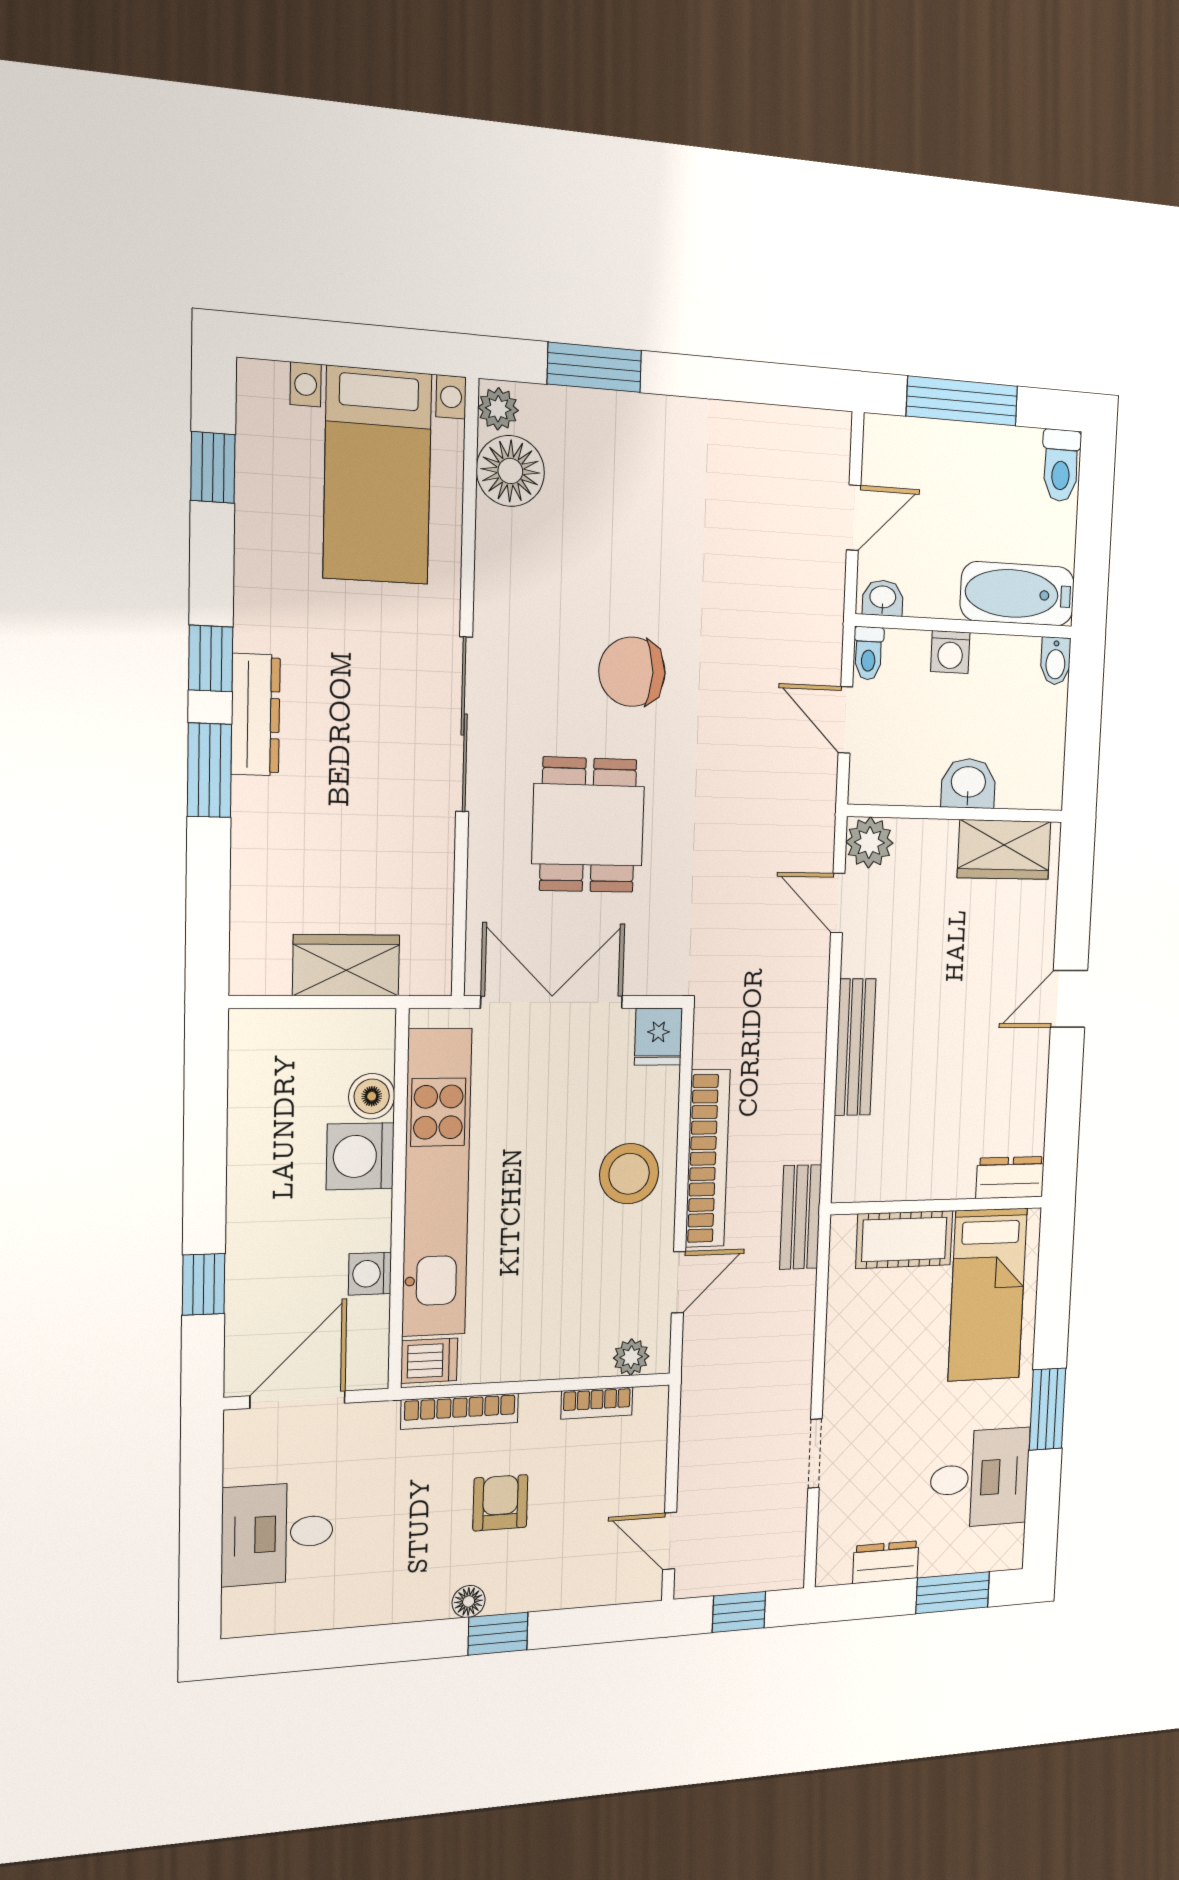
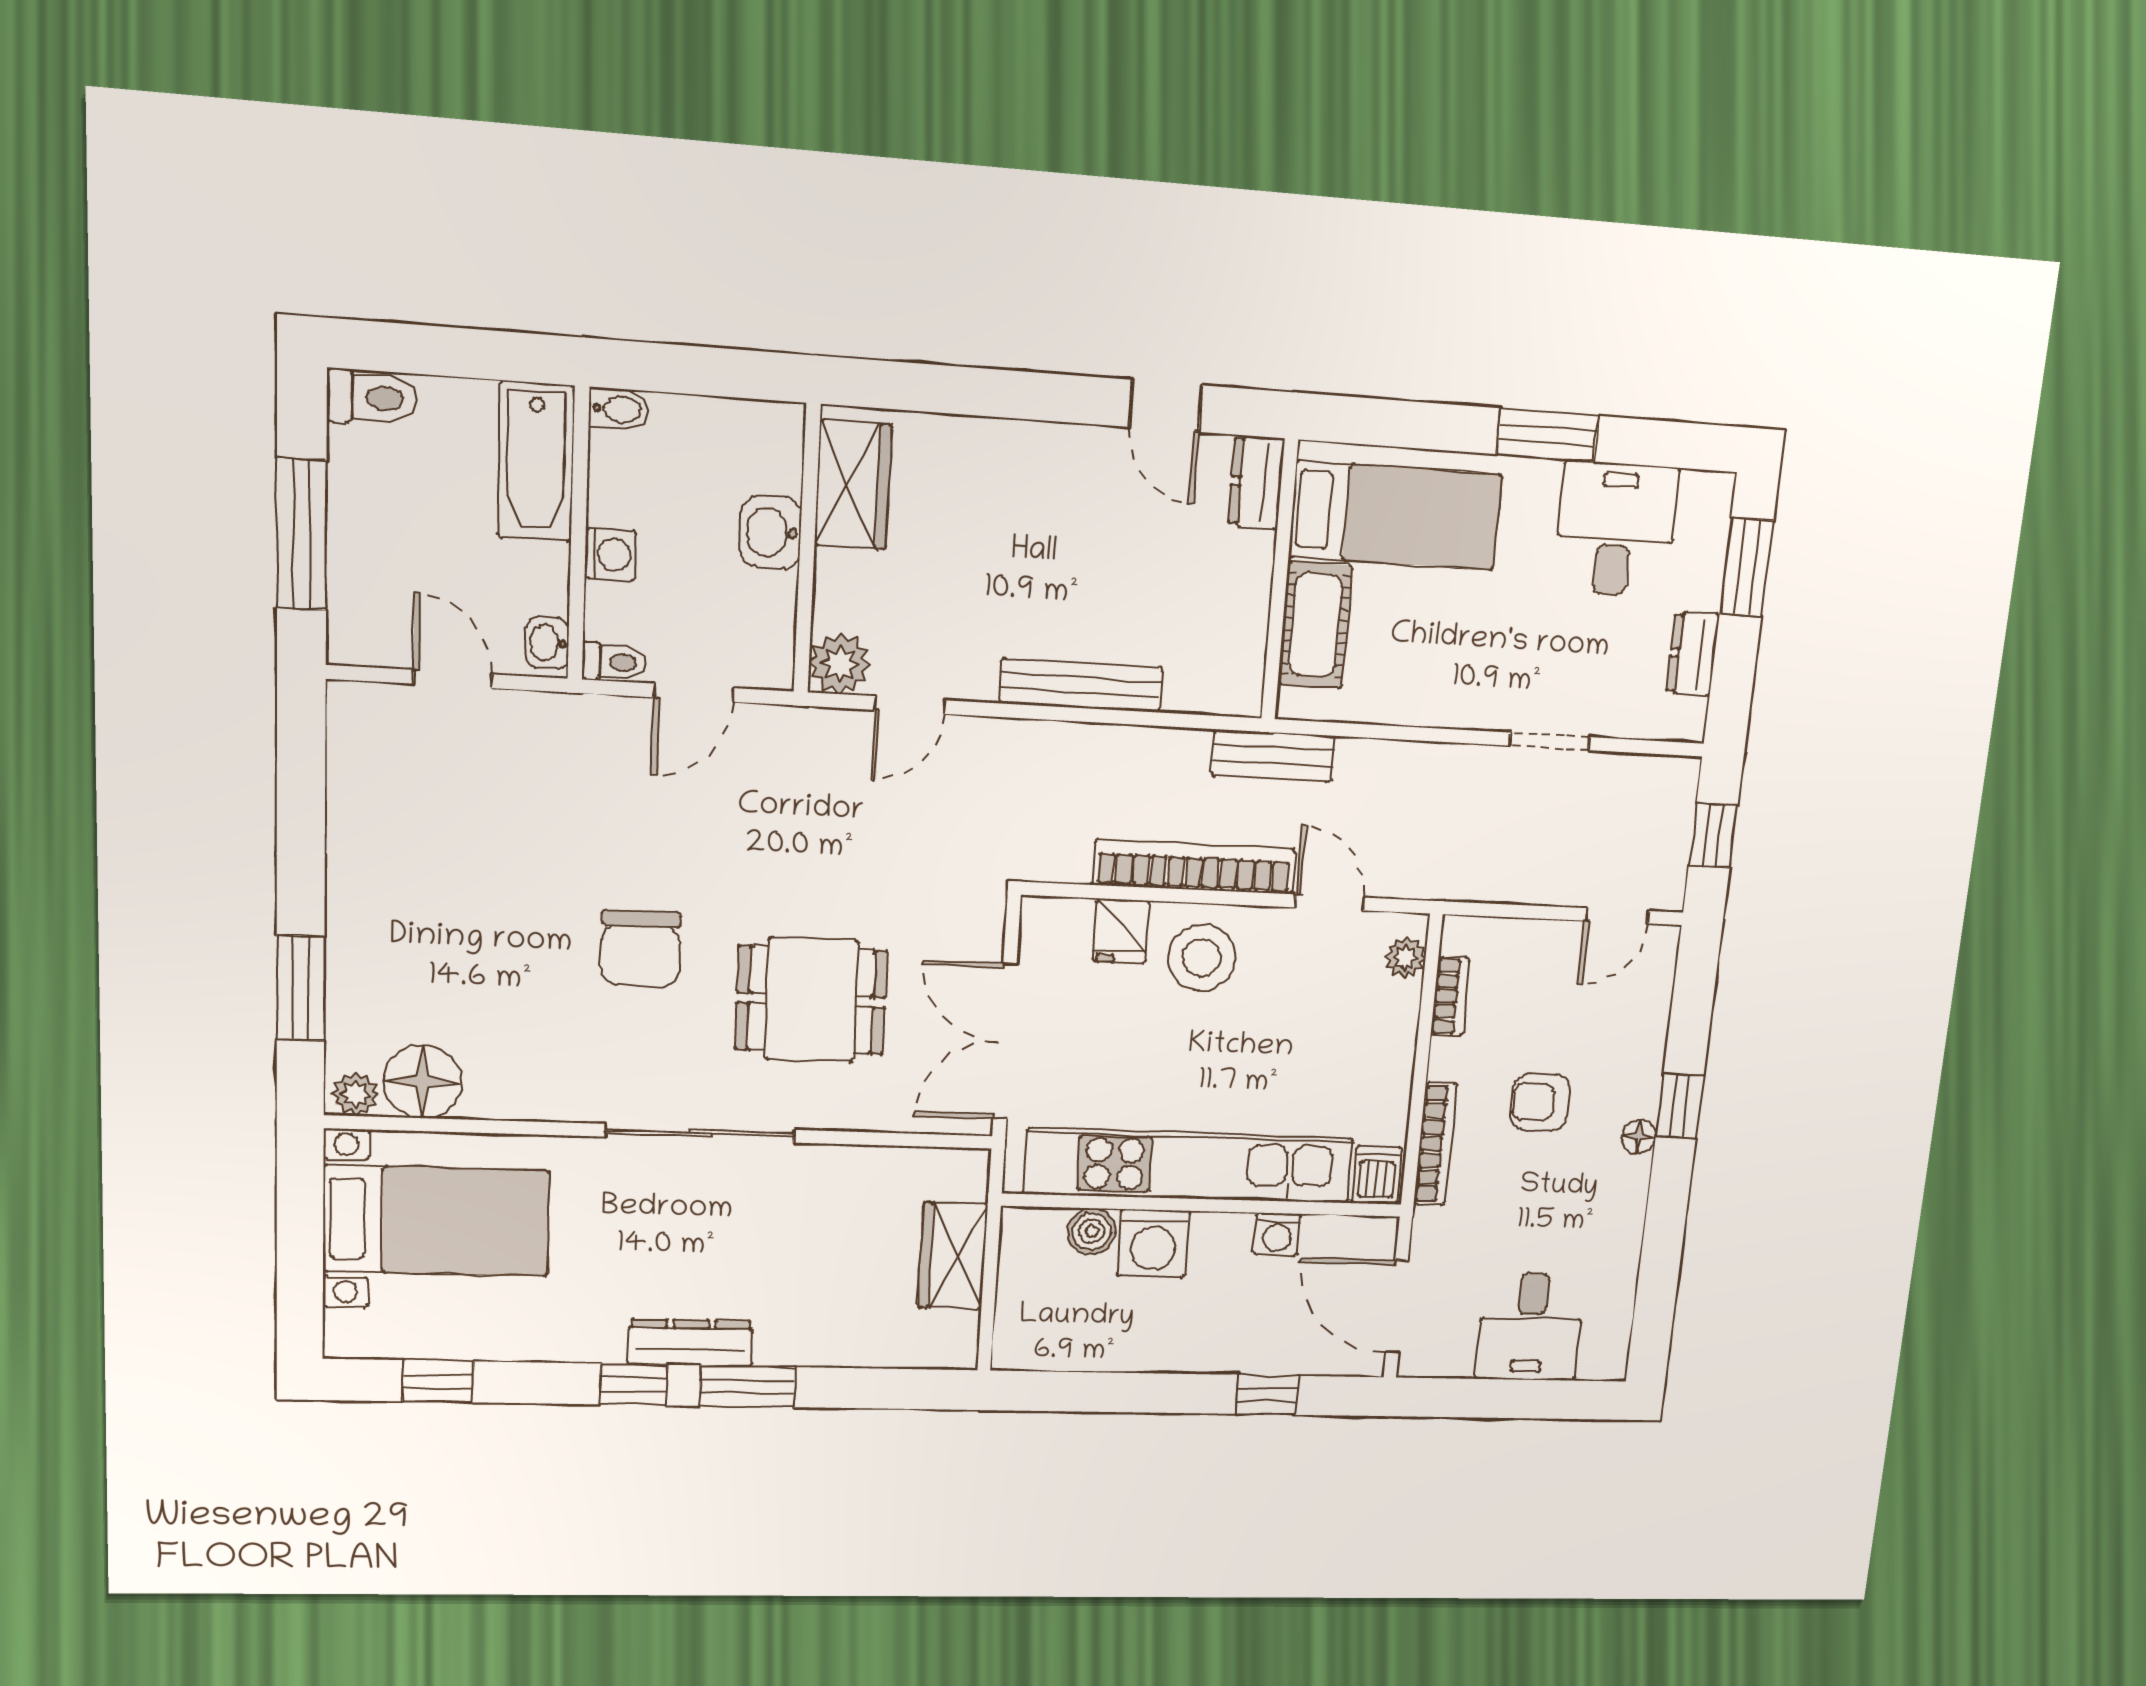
door: (1069, 999) -> (1166, 406), moved
fridge: (658, 1037) -> (1121, 931), moved, turned 90

